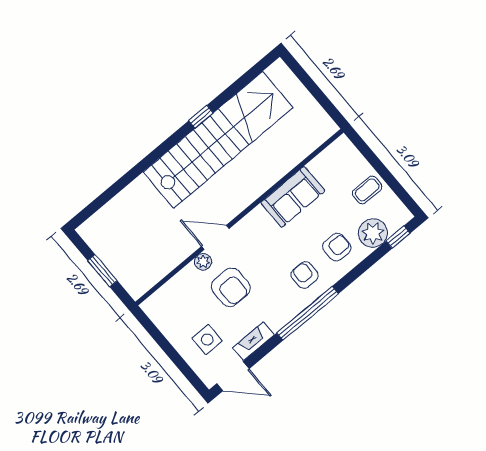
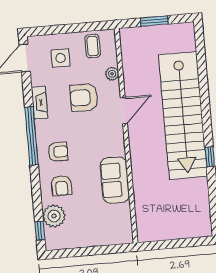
stairs: (218, 140) -> (183, 115), moved
coffee table: (367, 190) -> (93, 46), moved
plant: (203, 262) -> (112, 74), moved
fireplace: (253, 341) -> (40, 103), moved

